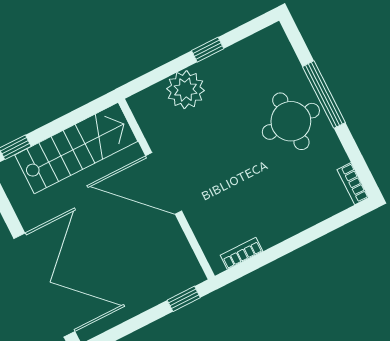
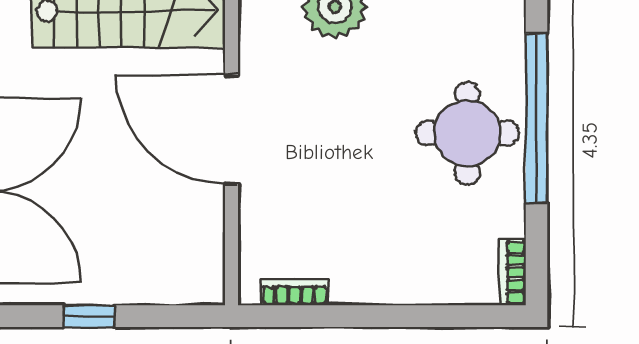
window: (324, 95) -> (536, 118), width x1.46
window: (184, 299) -> (89, 316), moved

